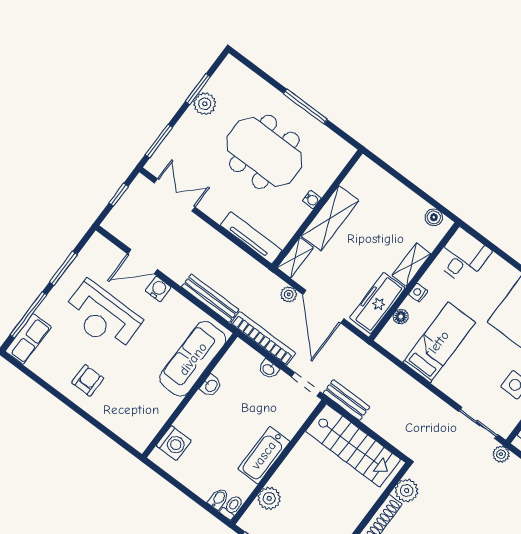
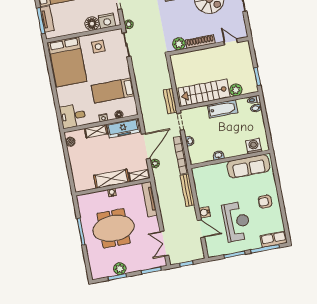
meeting table: (264, 152) -> (114, 228), turned 90
sofa: (193, 359) -> (248, 166), moved
stairs: (353, 445) -> (204, 93), moved, turned -90

